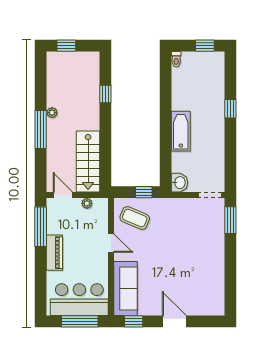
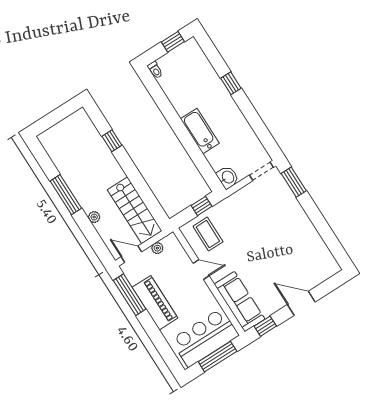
window: (66, 46) -> (50, 120), removed
plant: (52, 113) -> (94, 217), moved
window: (41, 129) -> (66, 195), moved
coffee table: (135, 218) -> (208, 234), turned 67
piano: (54, 253) -> (155, 303), width x1.37, depth x1.33

